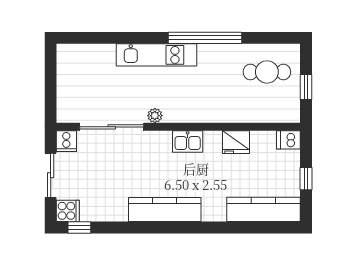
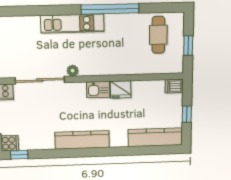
cafe table: (267, 72) -> (158, 35), turned 90
fridge: (236, 142) -> (121, 89), moved

